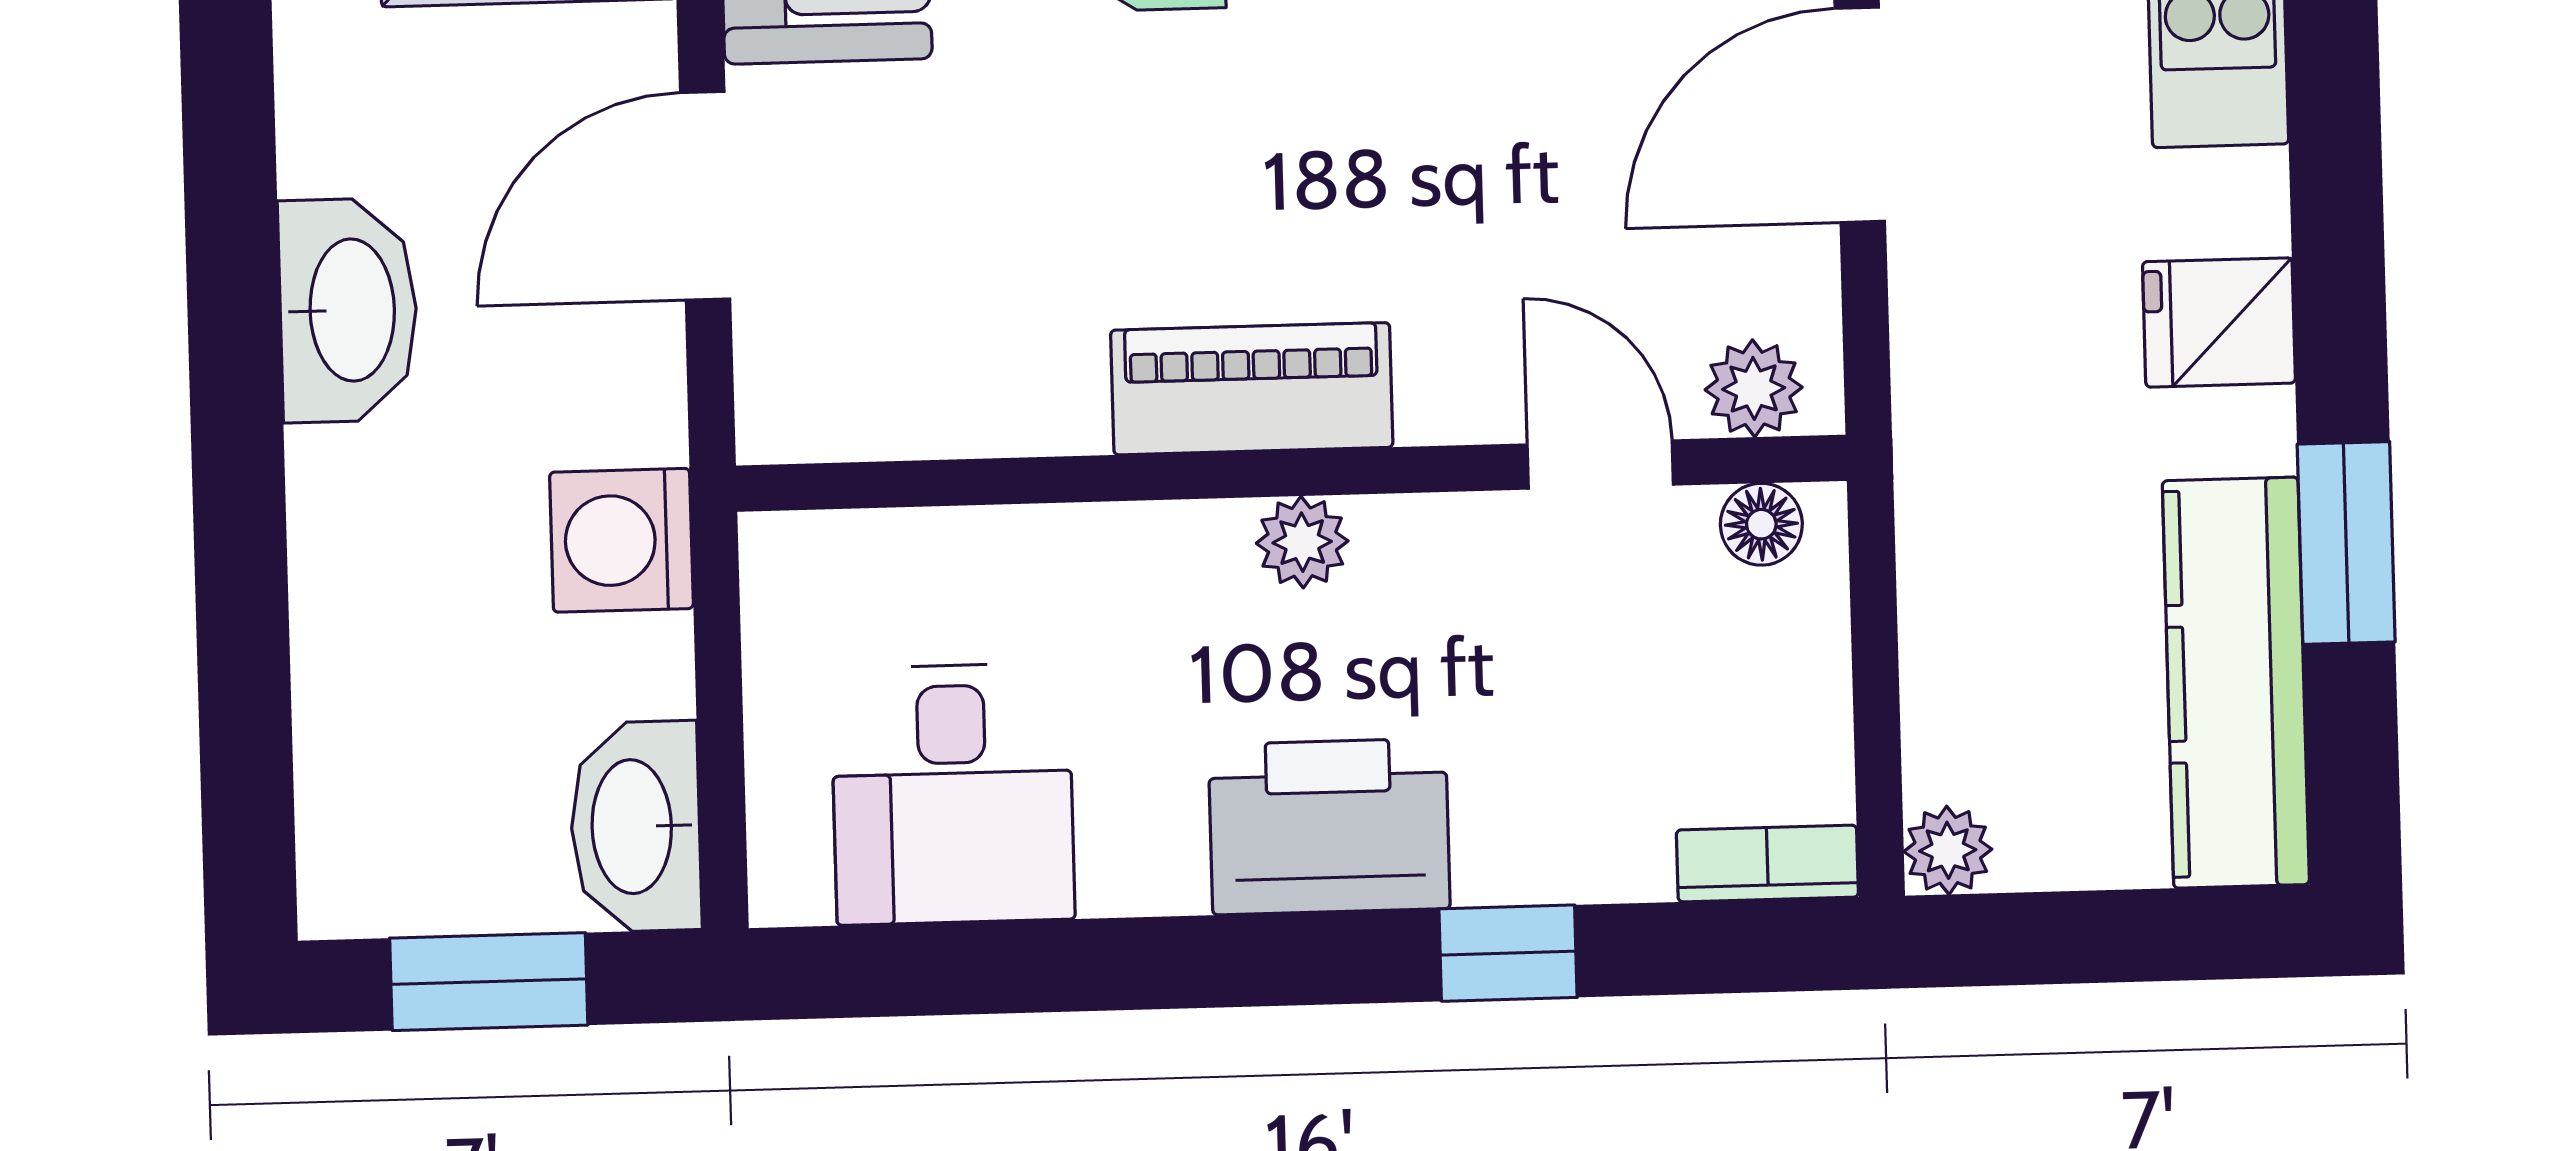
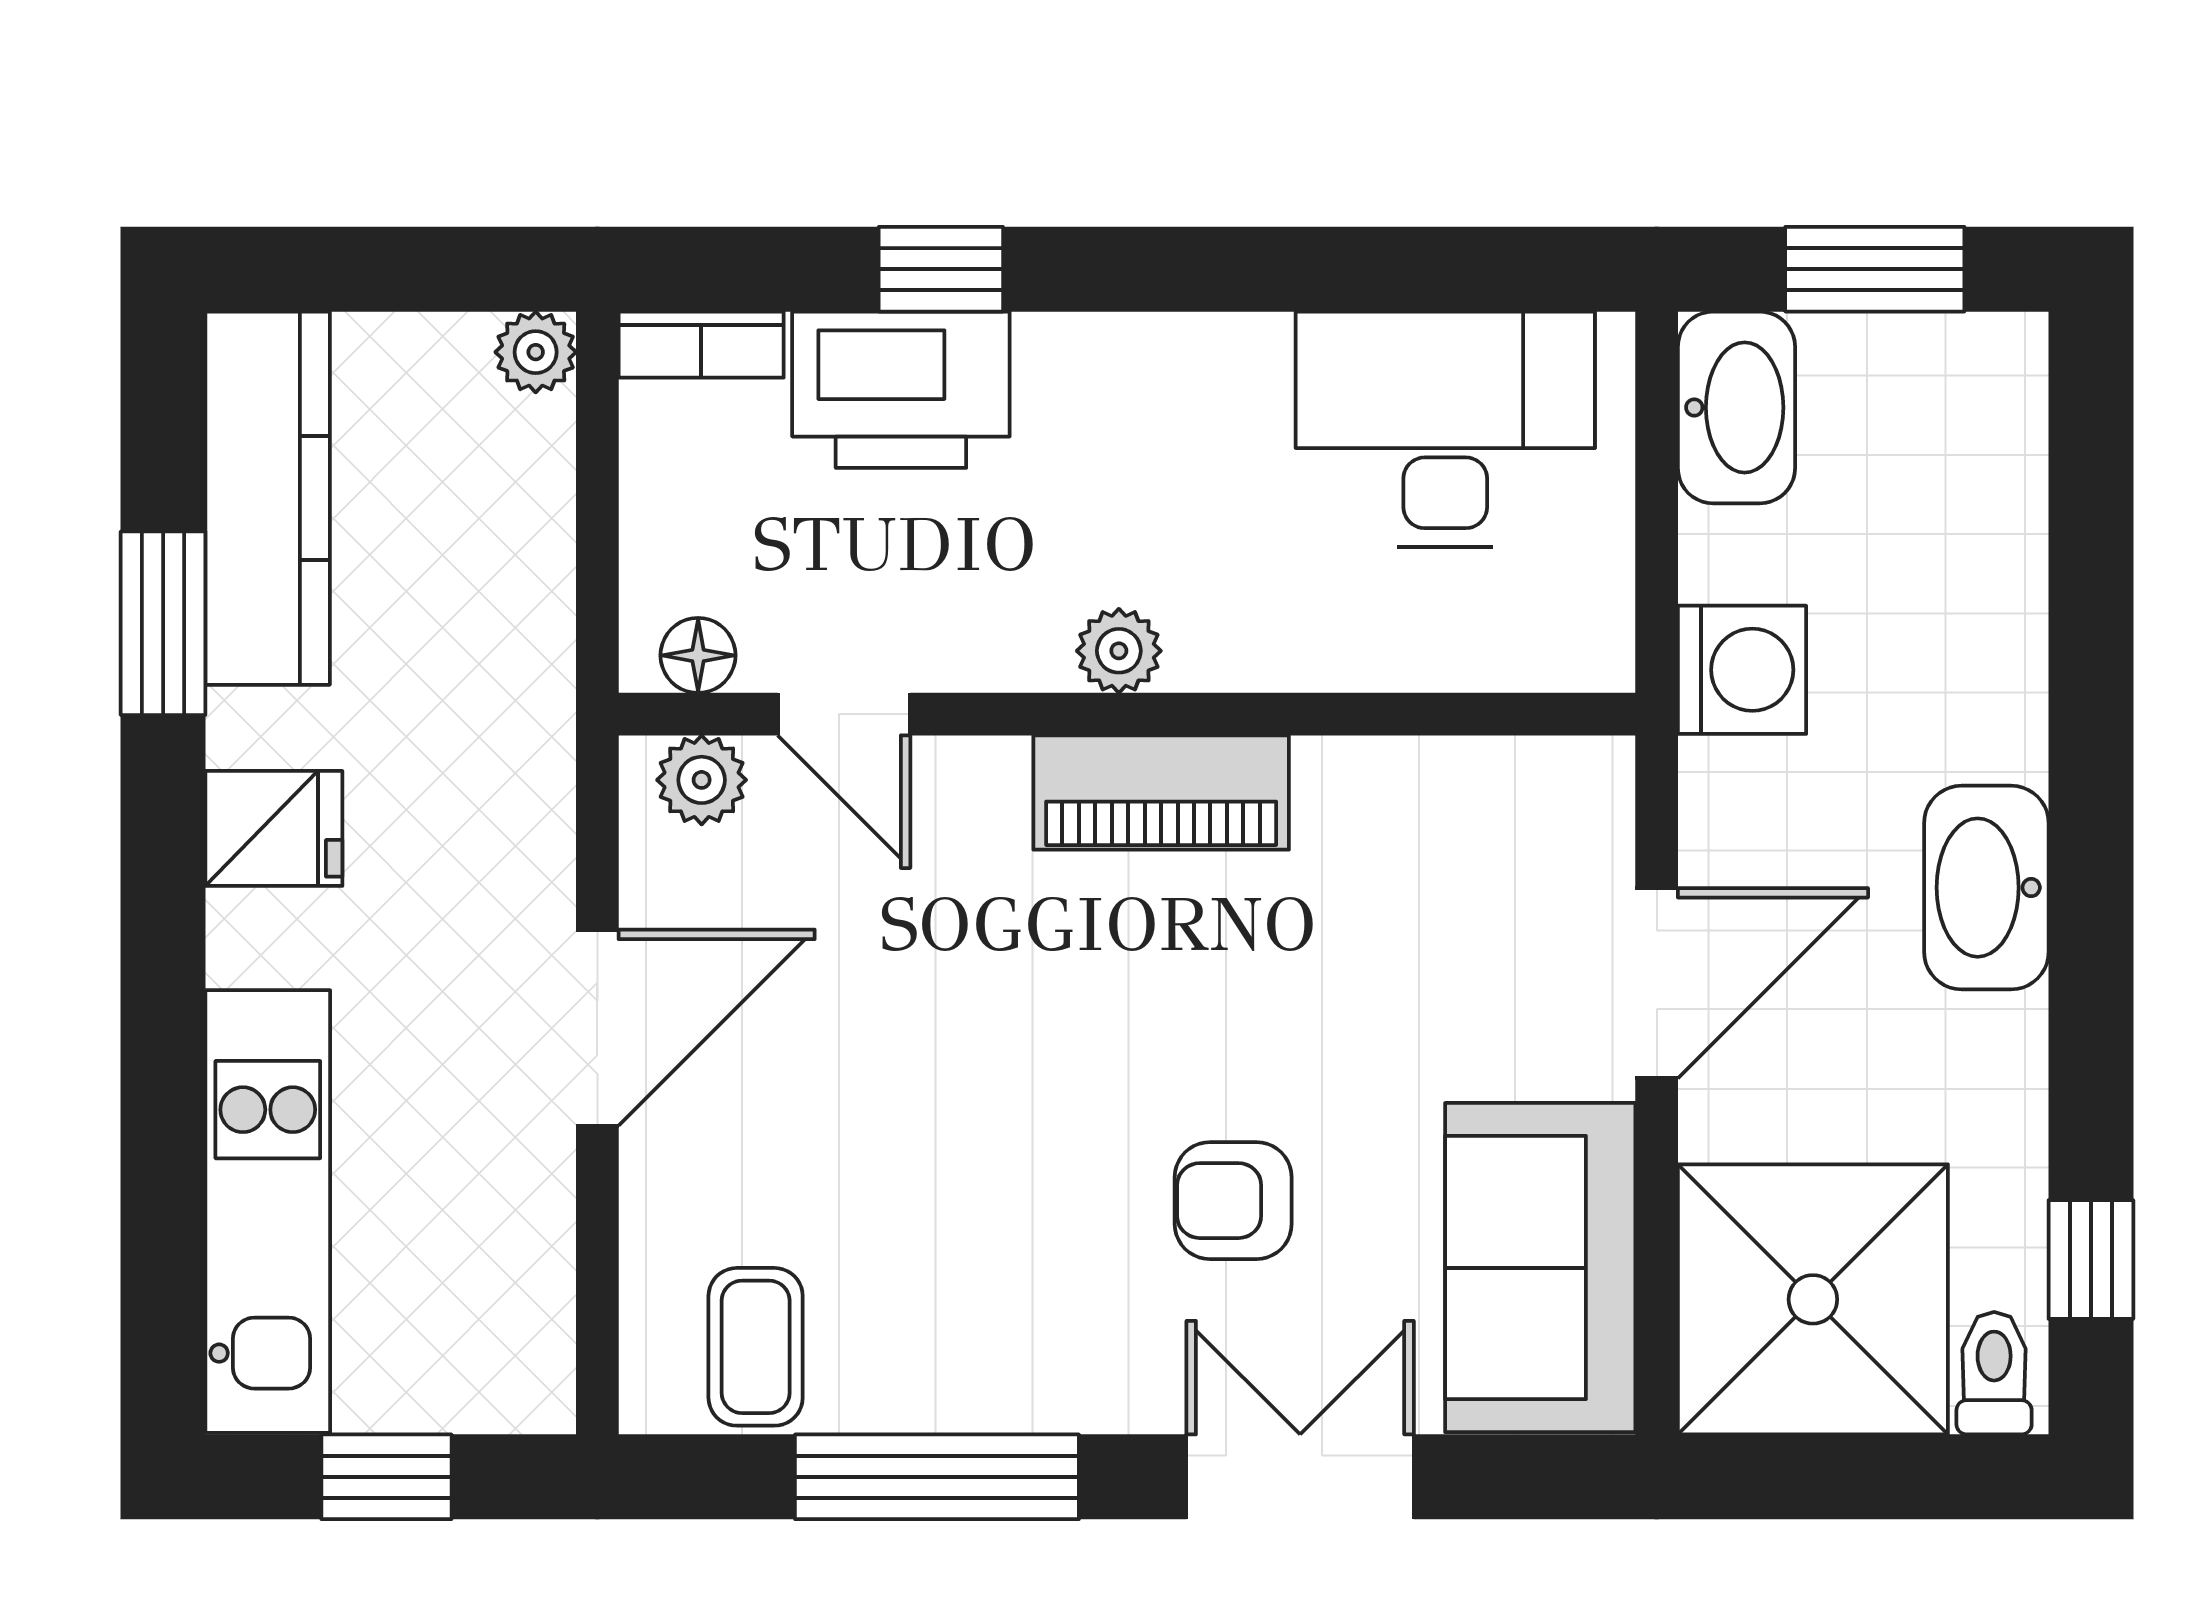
desk: (953, 794) -> (1445, 429), width x1.37
printer: (1329, 826) -> (901, 390), moved

